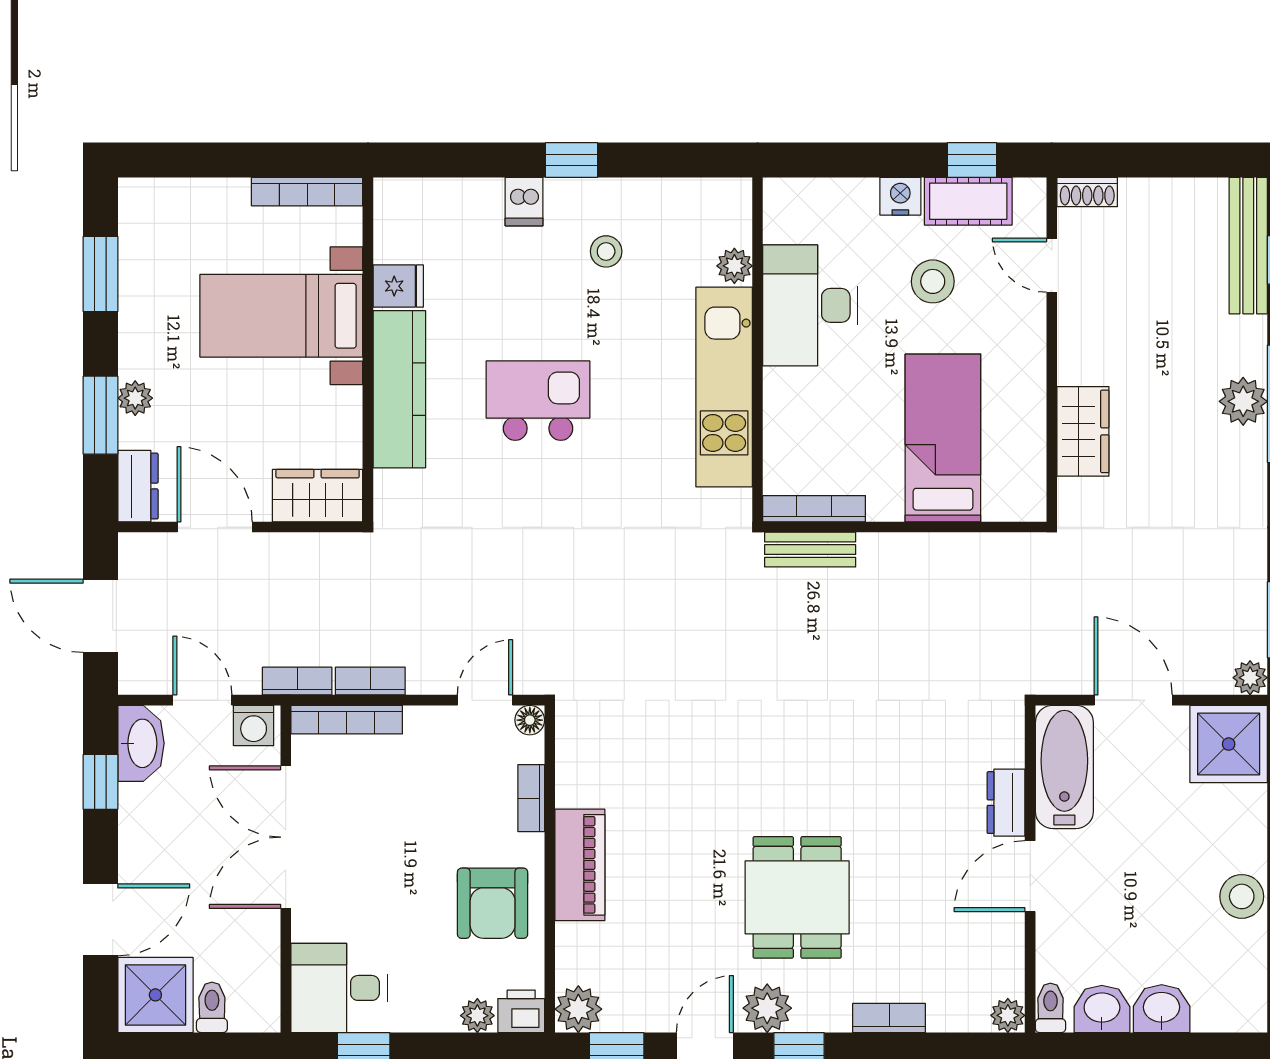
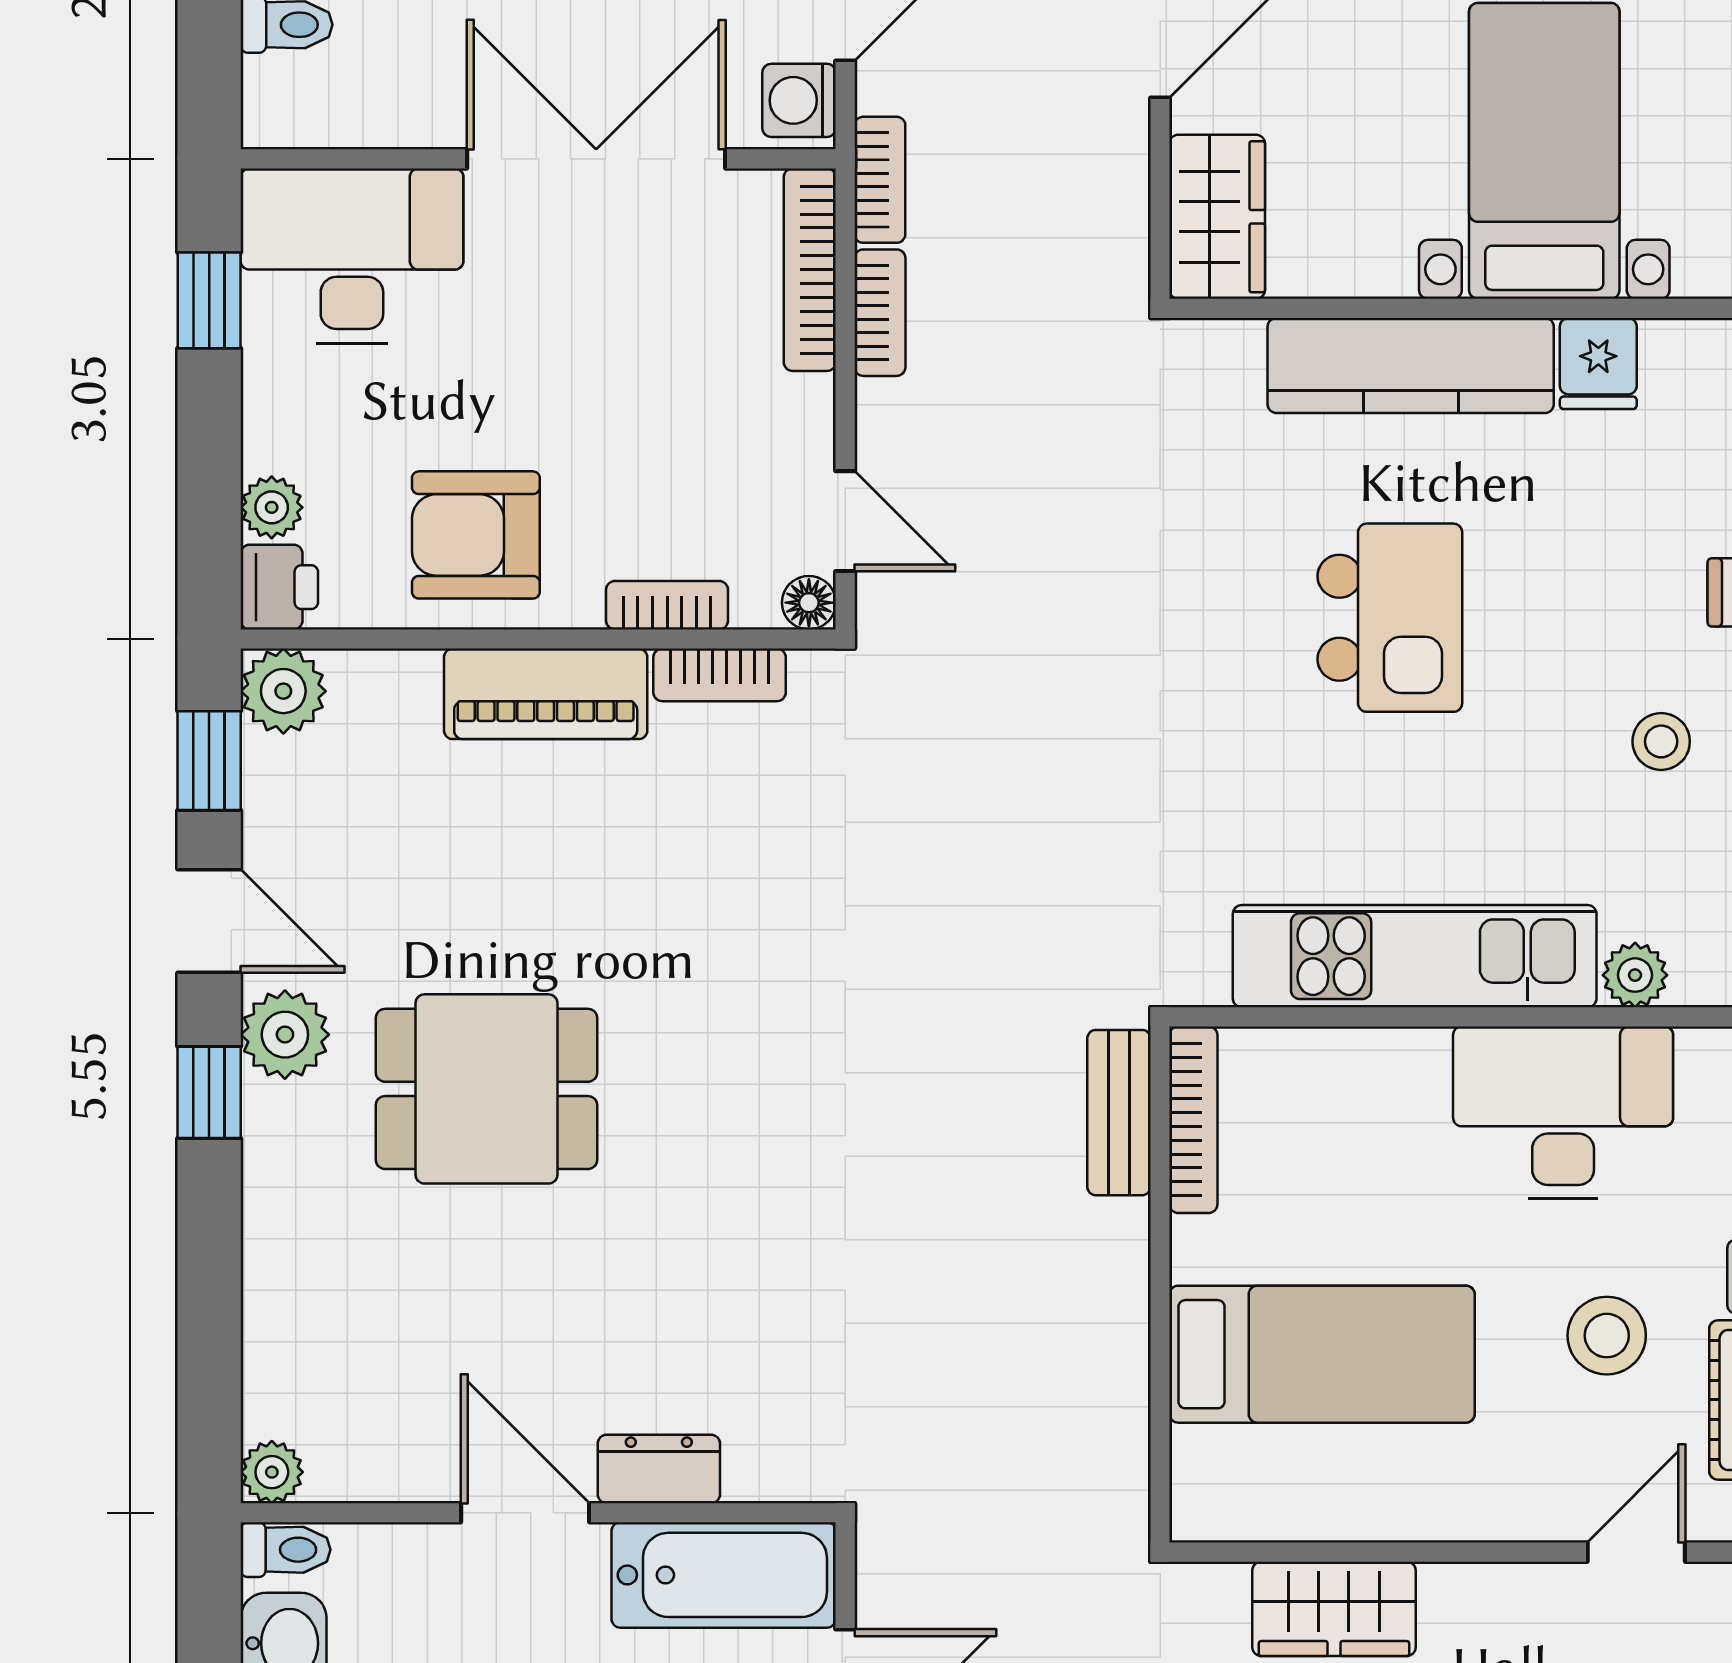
desk: (339, 988) -> (352, 256), width x1.37
bookcase: (889, 1018) -> (720, 675), moved, turned 90

